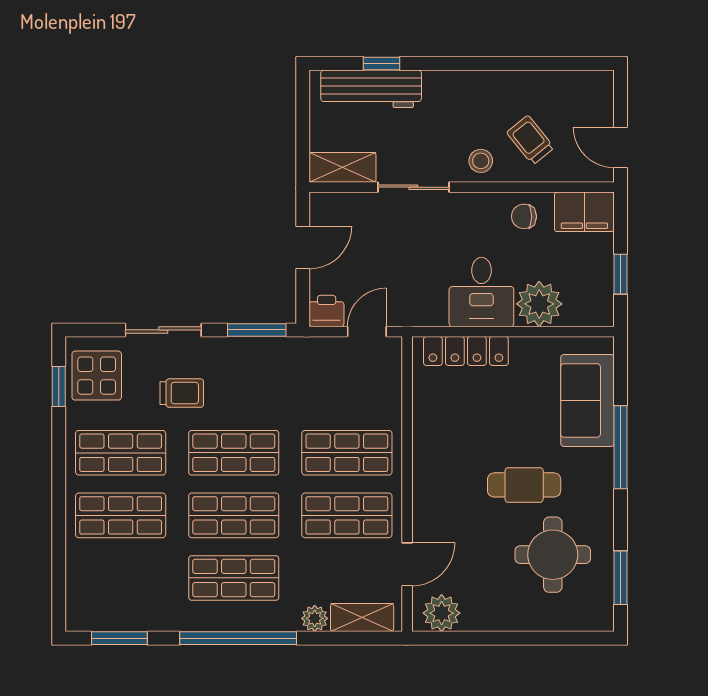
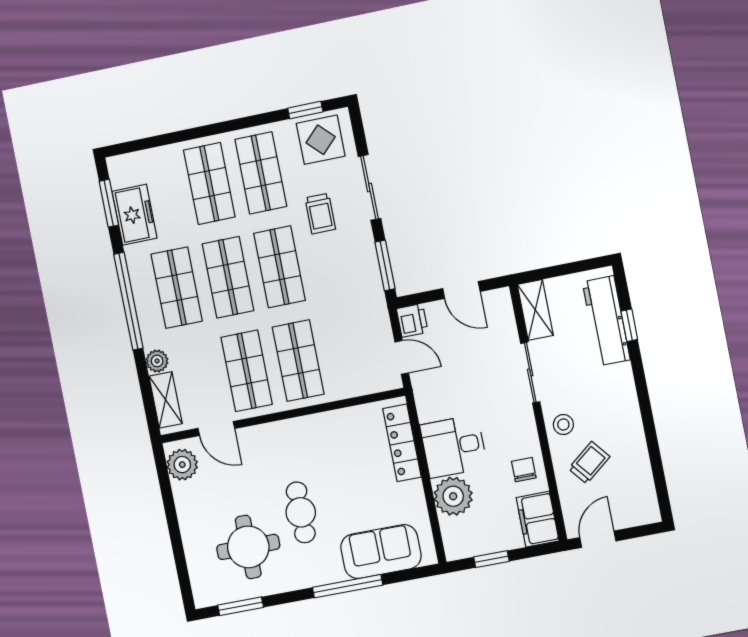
freezer: (139, 611) -> (135, 215), added

